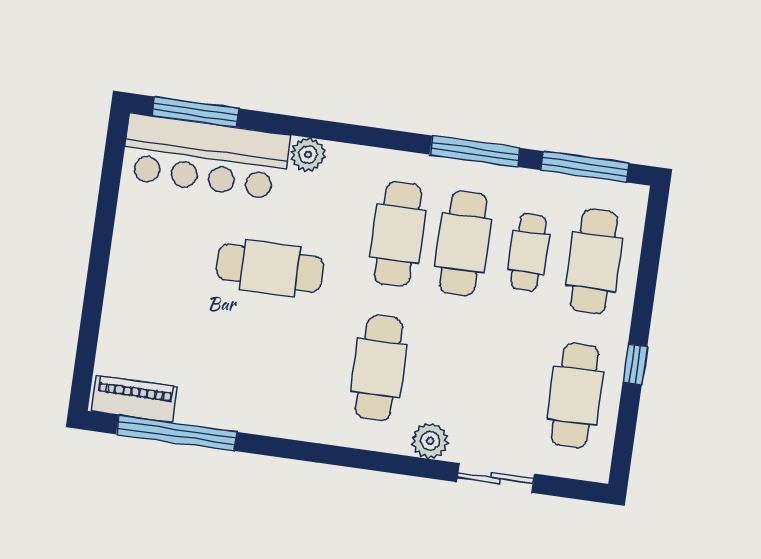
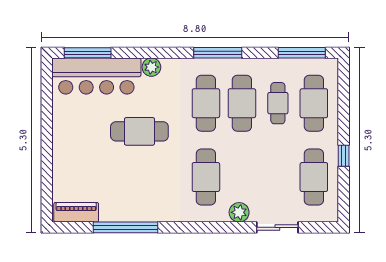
window: (475, 151) -> (218, 53), moved
window: (177, 433) -> (126, 227), moved

